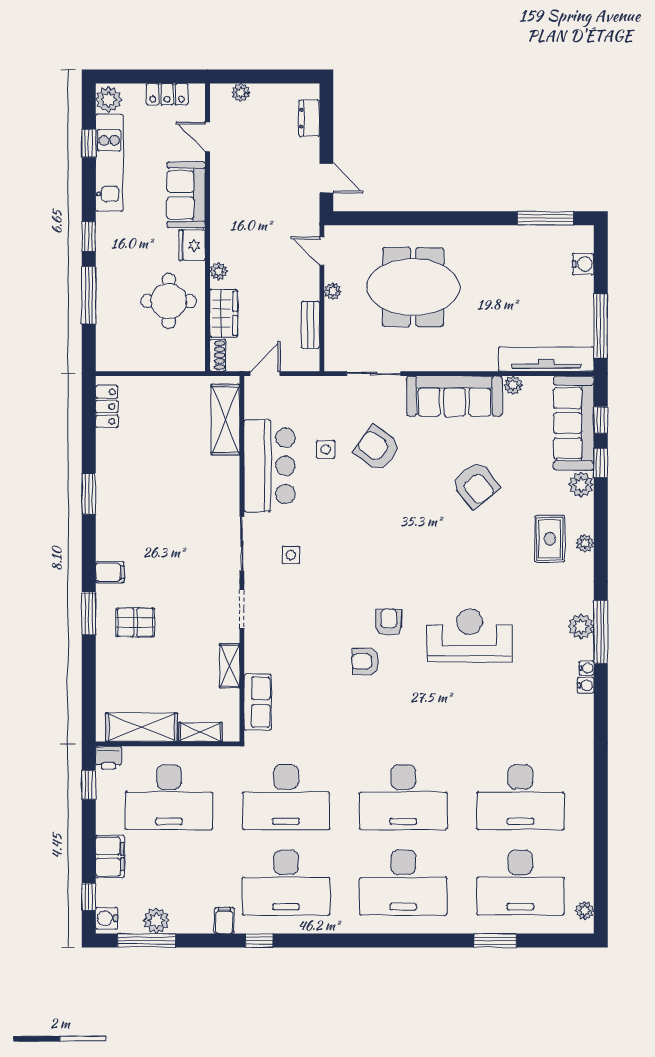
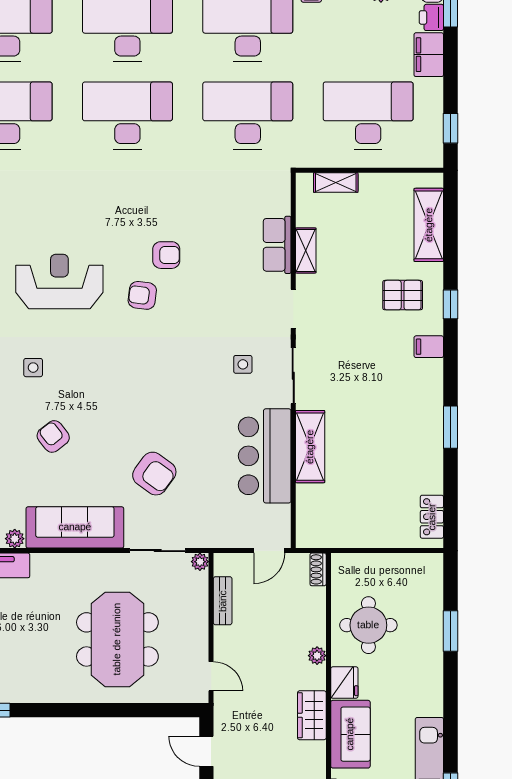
window: (89, 237) -> (450, 691), removed
meeting table: (413, 287) -> (117, 639), turned 90
plant: (333, 291) -> (200, 562), moved
window: (89, 295) -> (450, 631), width x0.69
wardrobe: (224, 313) -> (312, 715), moved
shelving: (225, 420) -> (310, 447), moved
side table: (326, 449) -> (33, 368), moved
armchair: (476, 485) -> (53, 436), width x0.72, depth x0.72
window: (89, 613) -> (450, 304), width x0.67
armchair: (389, 622) -> (142, 295), turned 97
reception desk: (469, 636) -> (59, 282), turned 180
row of seats: (258, 702) -> (277, 245), moved
shelving: (141, 727) -> (429, 225), moved, turned 90
printer: (108, 758) -> (431, 17), moved, turned -90

